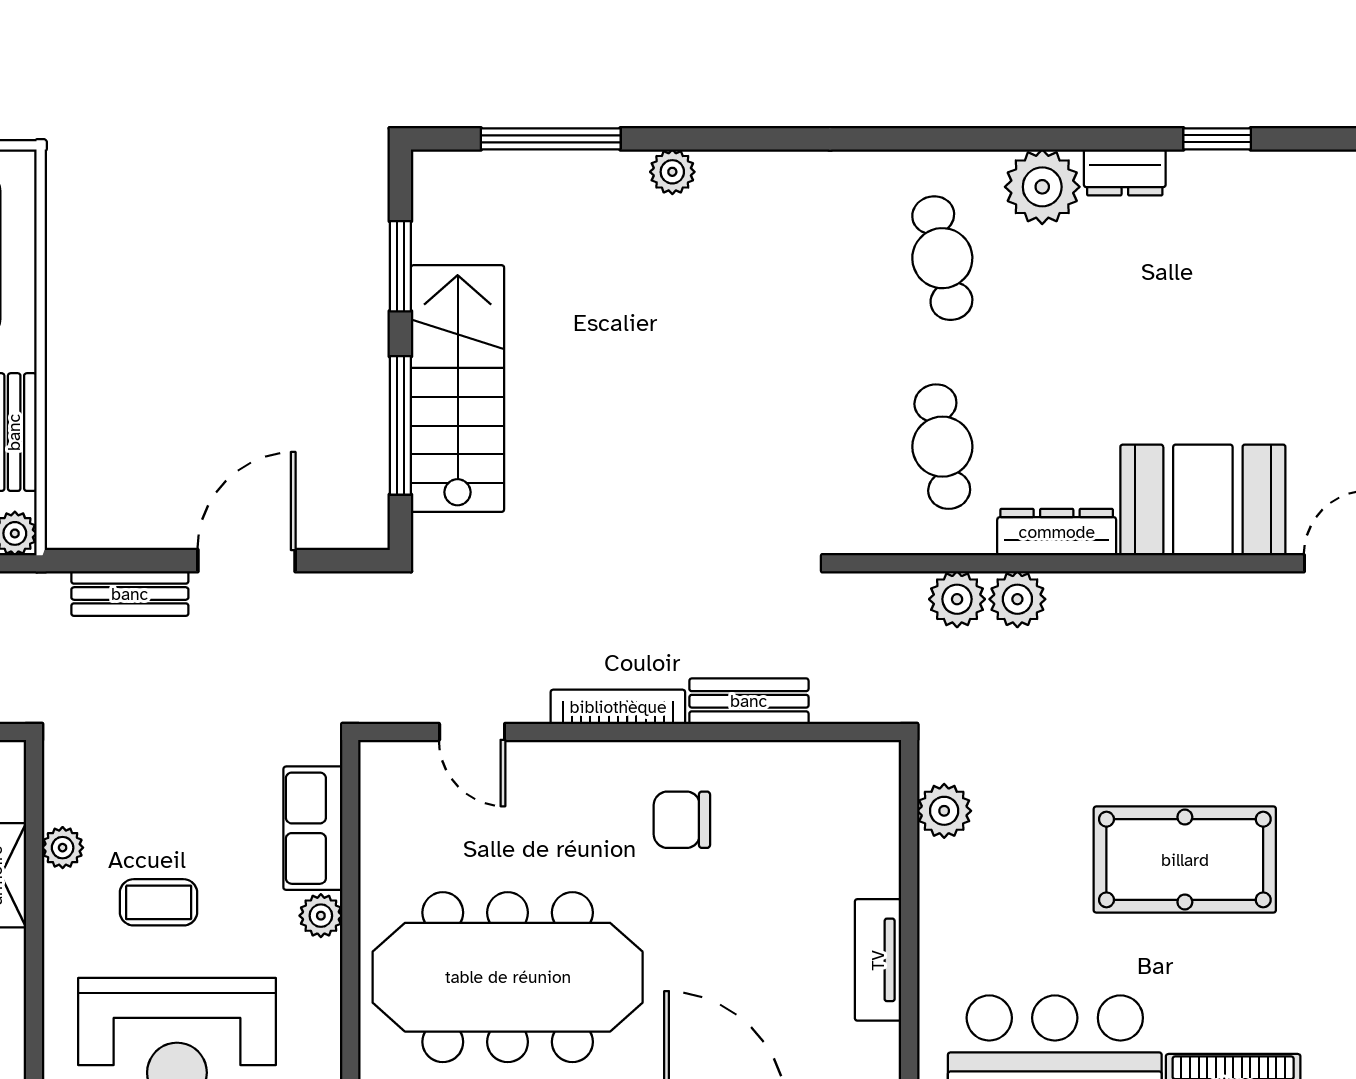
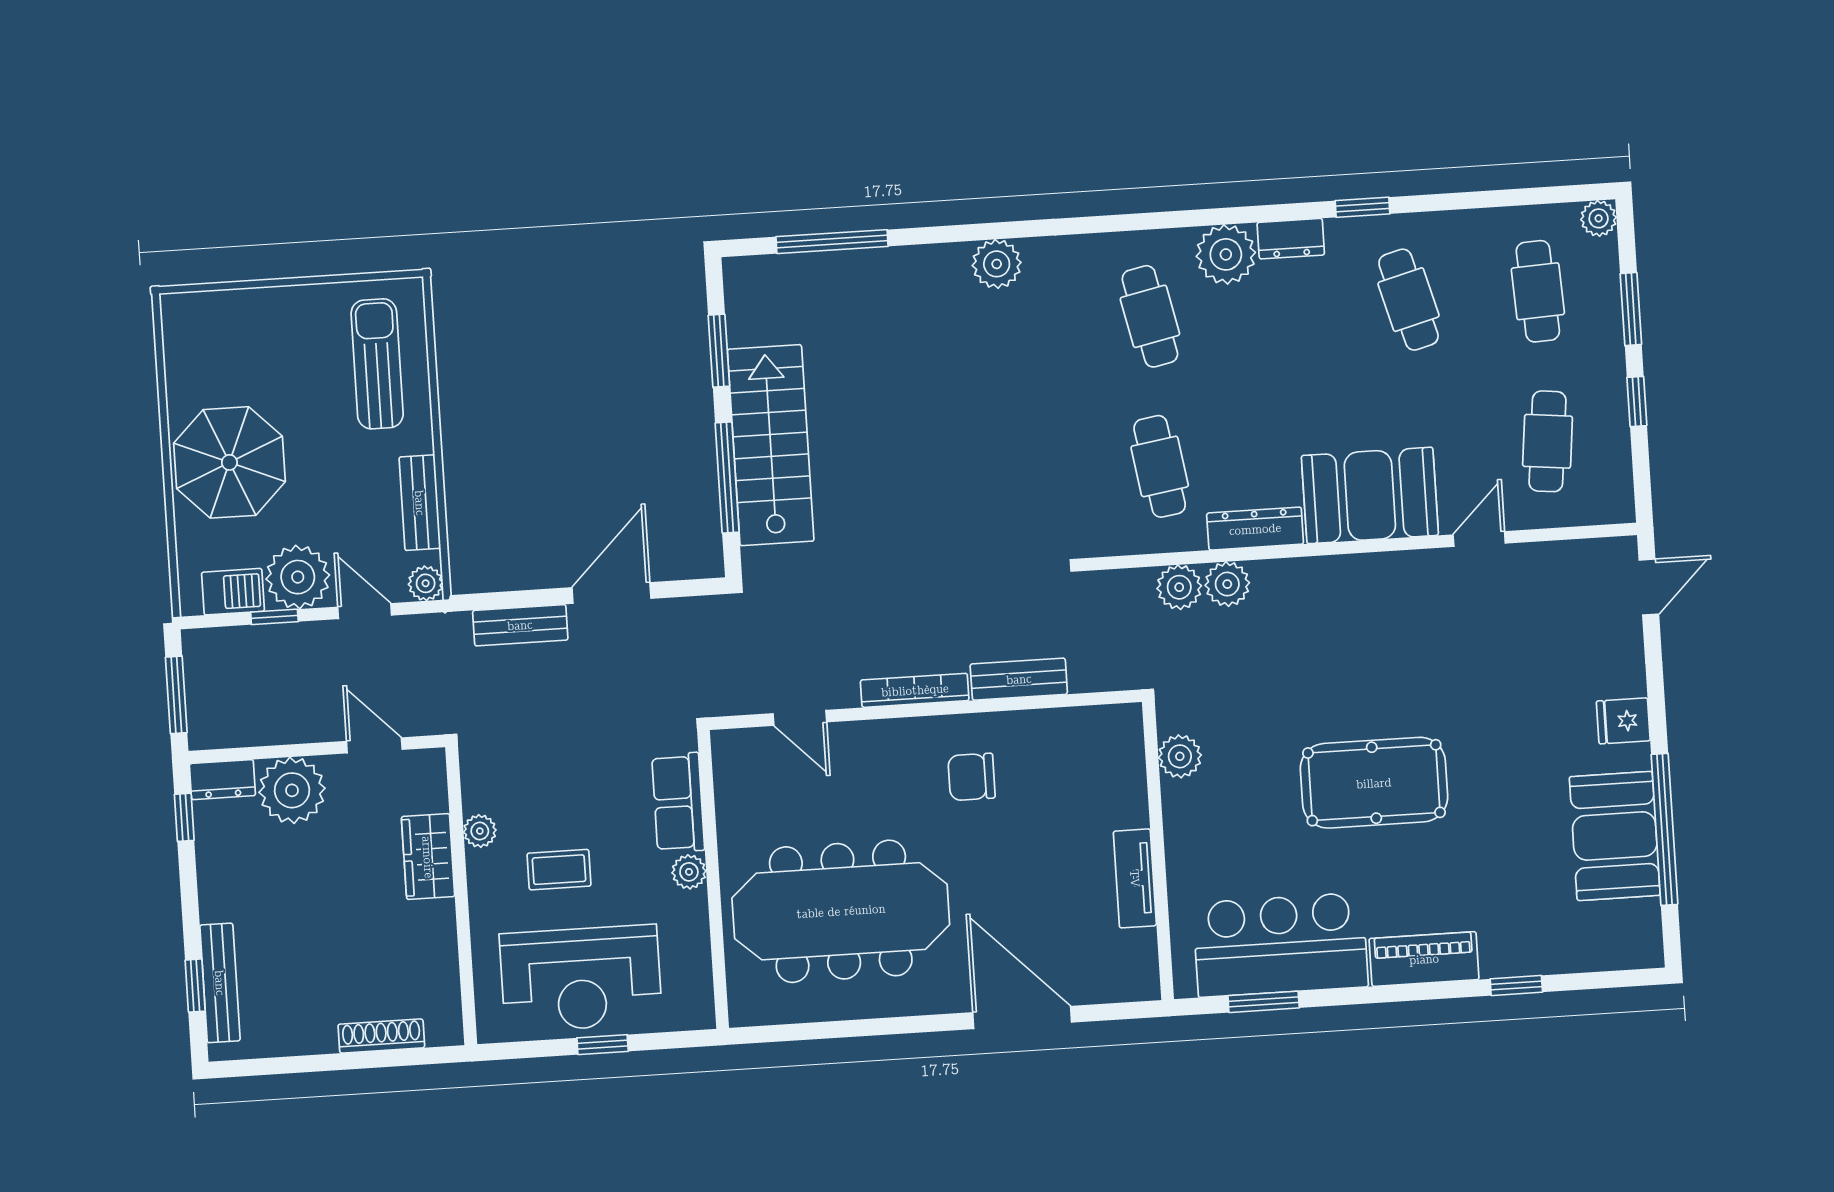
plant: (672, 172) -> (997, 264), moved, width x1.38, depth x1.38
cafe table: (1267, 258) -> (1409, 300), added

